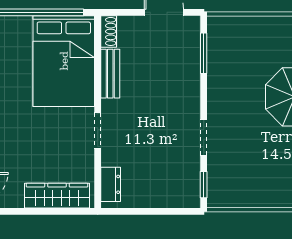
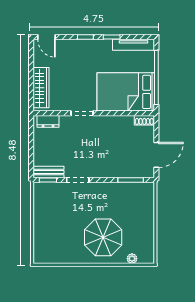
bench: (110, 74) -> (49, 172), moved

